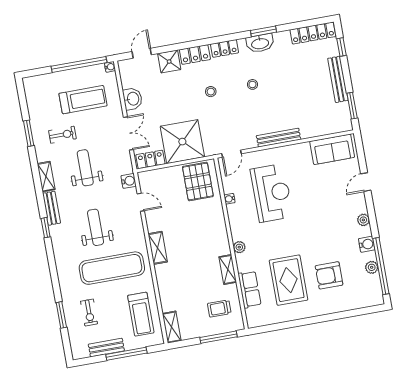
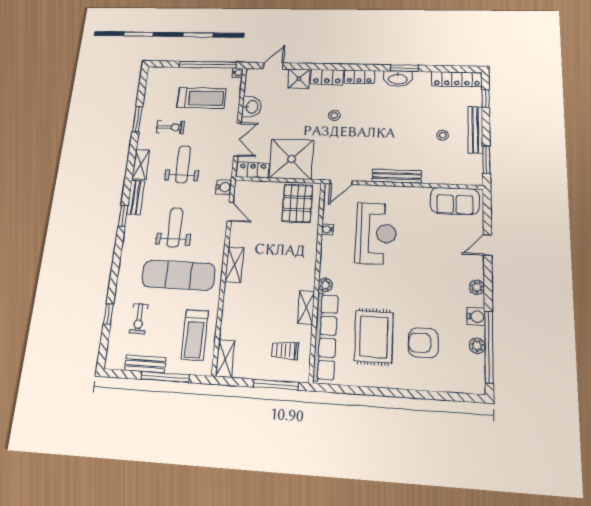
stool: (252, 84) -> (443, 135), moved
row of seats: (250, 289) -> (326, 337), width x2.02
window: (61, 315) -> (108, 314), width x0.67

